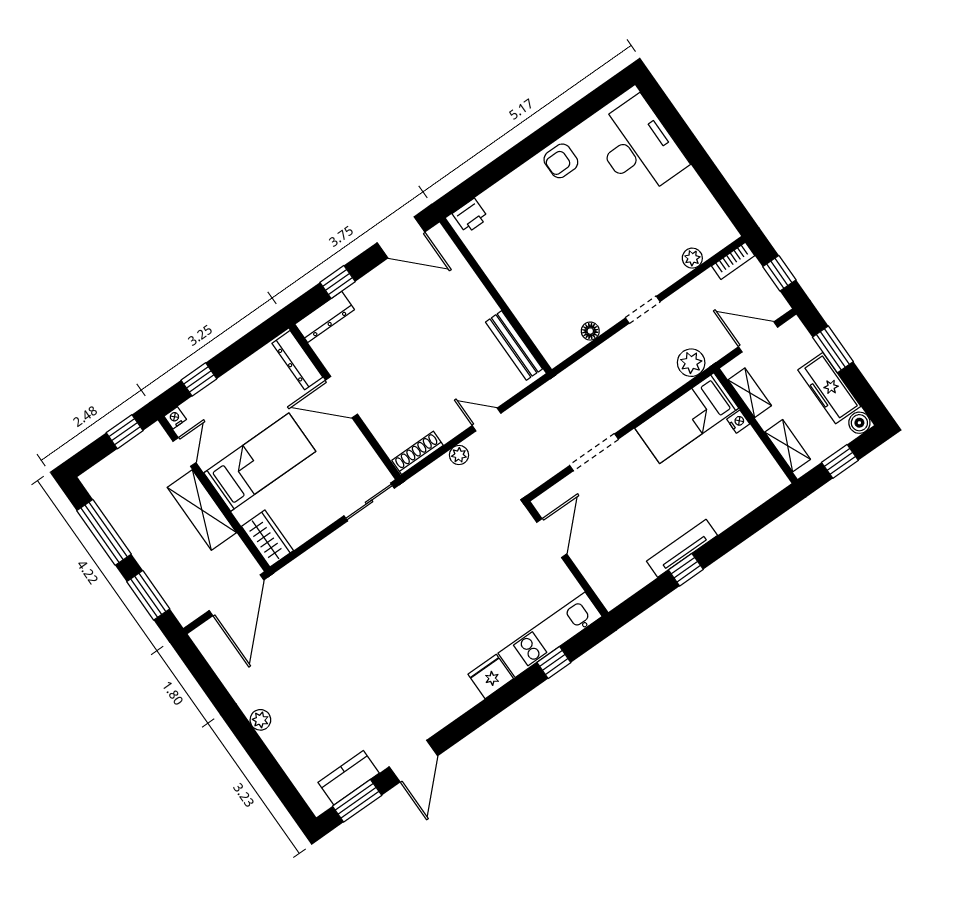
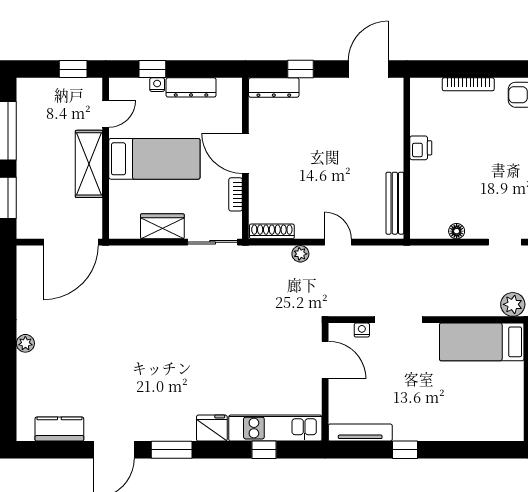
bookcase: (505, 186) -> (468, 84), added
printer: (470, 216) -> (421, 148), moved, turned -90
door: (401, 237) -> (368, 69), swing flipped
dresser: (297, 360) -> (191, 87), moved, turned -90
nightstand: (175, 418) -> (157, 85), moved
nightstand: (738, 422) -> (362, 330), moved, turned -90
bookcase: (359, 442) -> (236, 194), added
wardrobe: (267, 538) -> (162, 226), moved, turned -90
door: (552, 538) -> (325, 360), hinge flipped
tv unit: (682, 548) -> (360, 433), moved
window: (357, 801) -> (172, 450), moved

